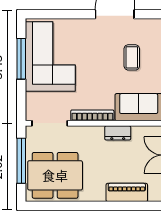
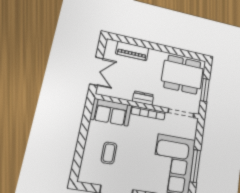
dresser: (118, 133) -> (143, 98), moved
window: (21, 161) -> (205, 90), width x0.69

